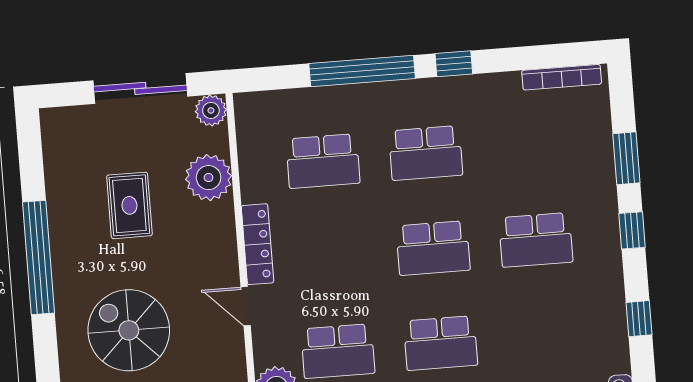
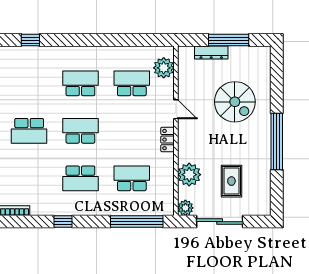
window: (362, 71) -> (137, 222), moved
school desk: (426, 153) -> (80, 178), turned 180
rug: (129, 205) -> (231, 181), moved
school desk: (536, 240) -> (29, 131), turned 180
locker: (258, 244) -> (168, 140), width x0.66

